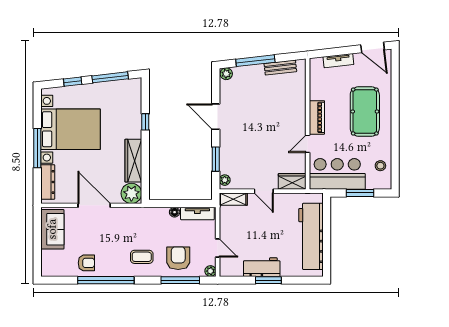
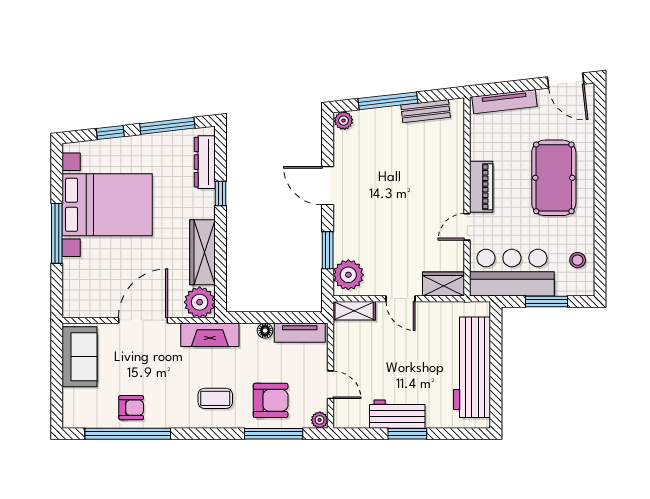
tv unit: (338, 61) -> (505, 102), width x1.41
plant: (225, 180) -> (348, 275), width x1.88, depth x1.88
dresser: (48, 182) -> (205, 162), moved, turned 180
door: (94, 205) -> (143, 320), hinge flipped
fireplace: (138, 215) -> (210, 335), added
armchair: (178, 258) -> (271, 400), turned 90
window: (106, 280) -> (128, 434), moved

